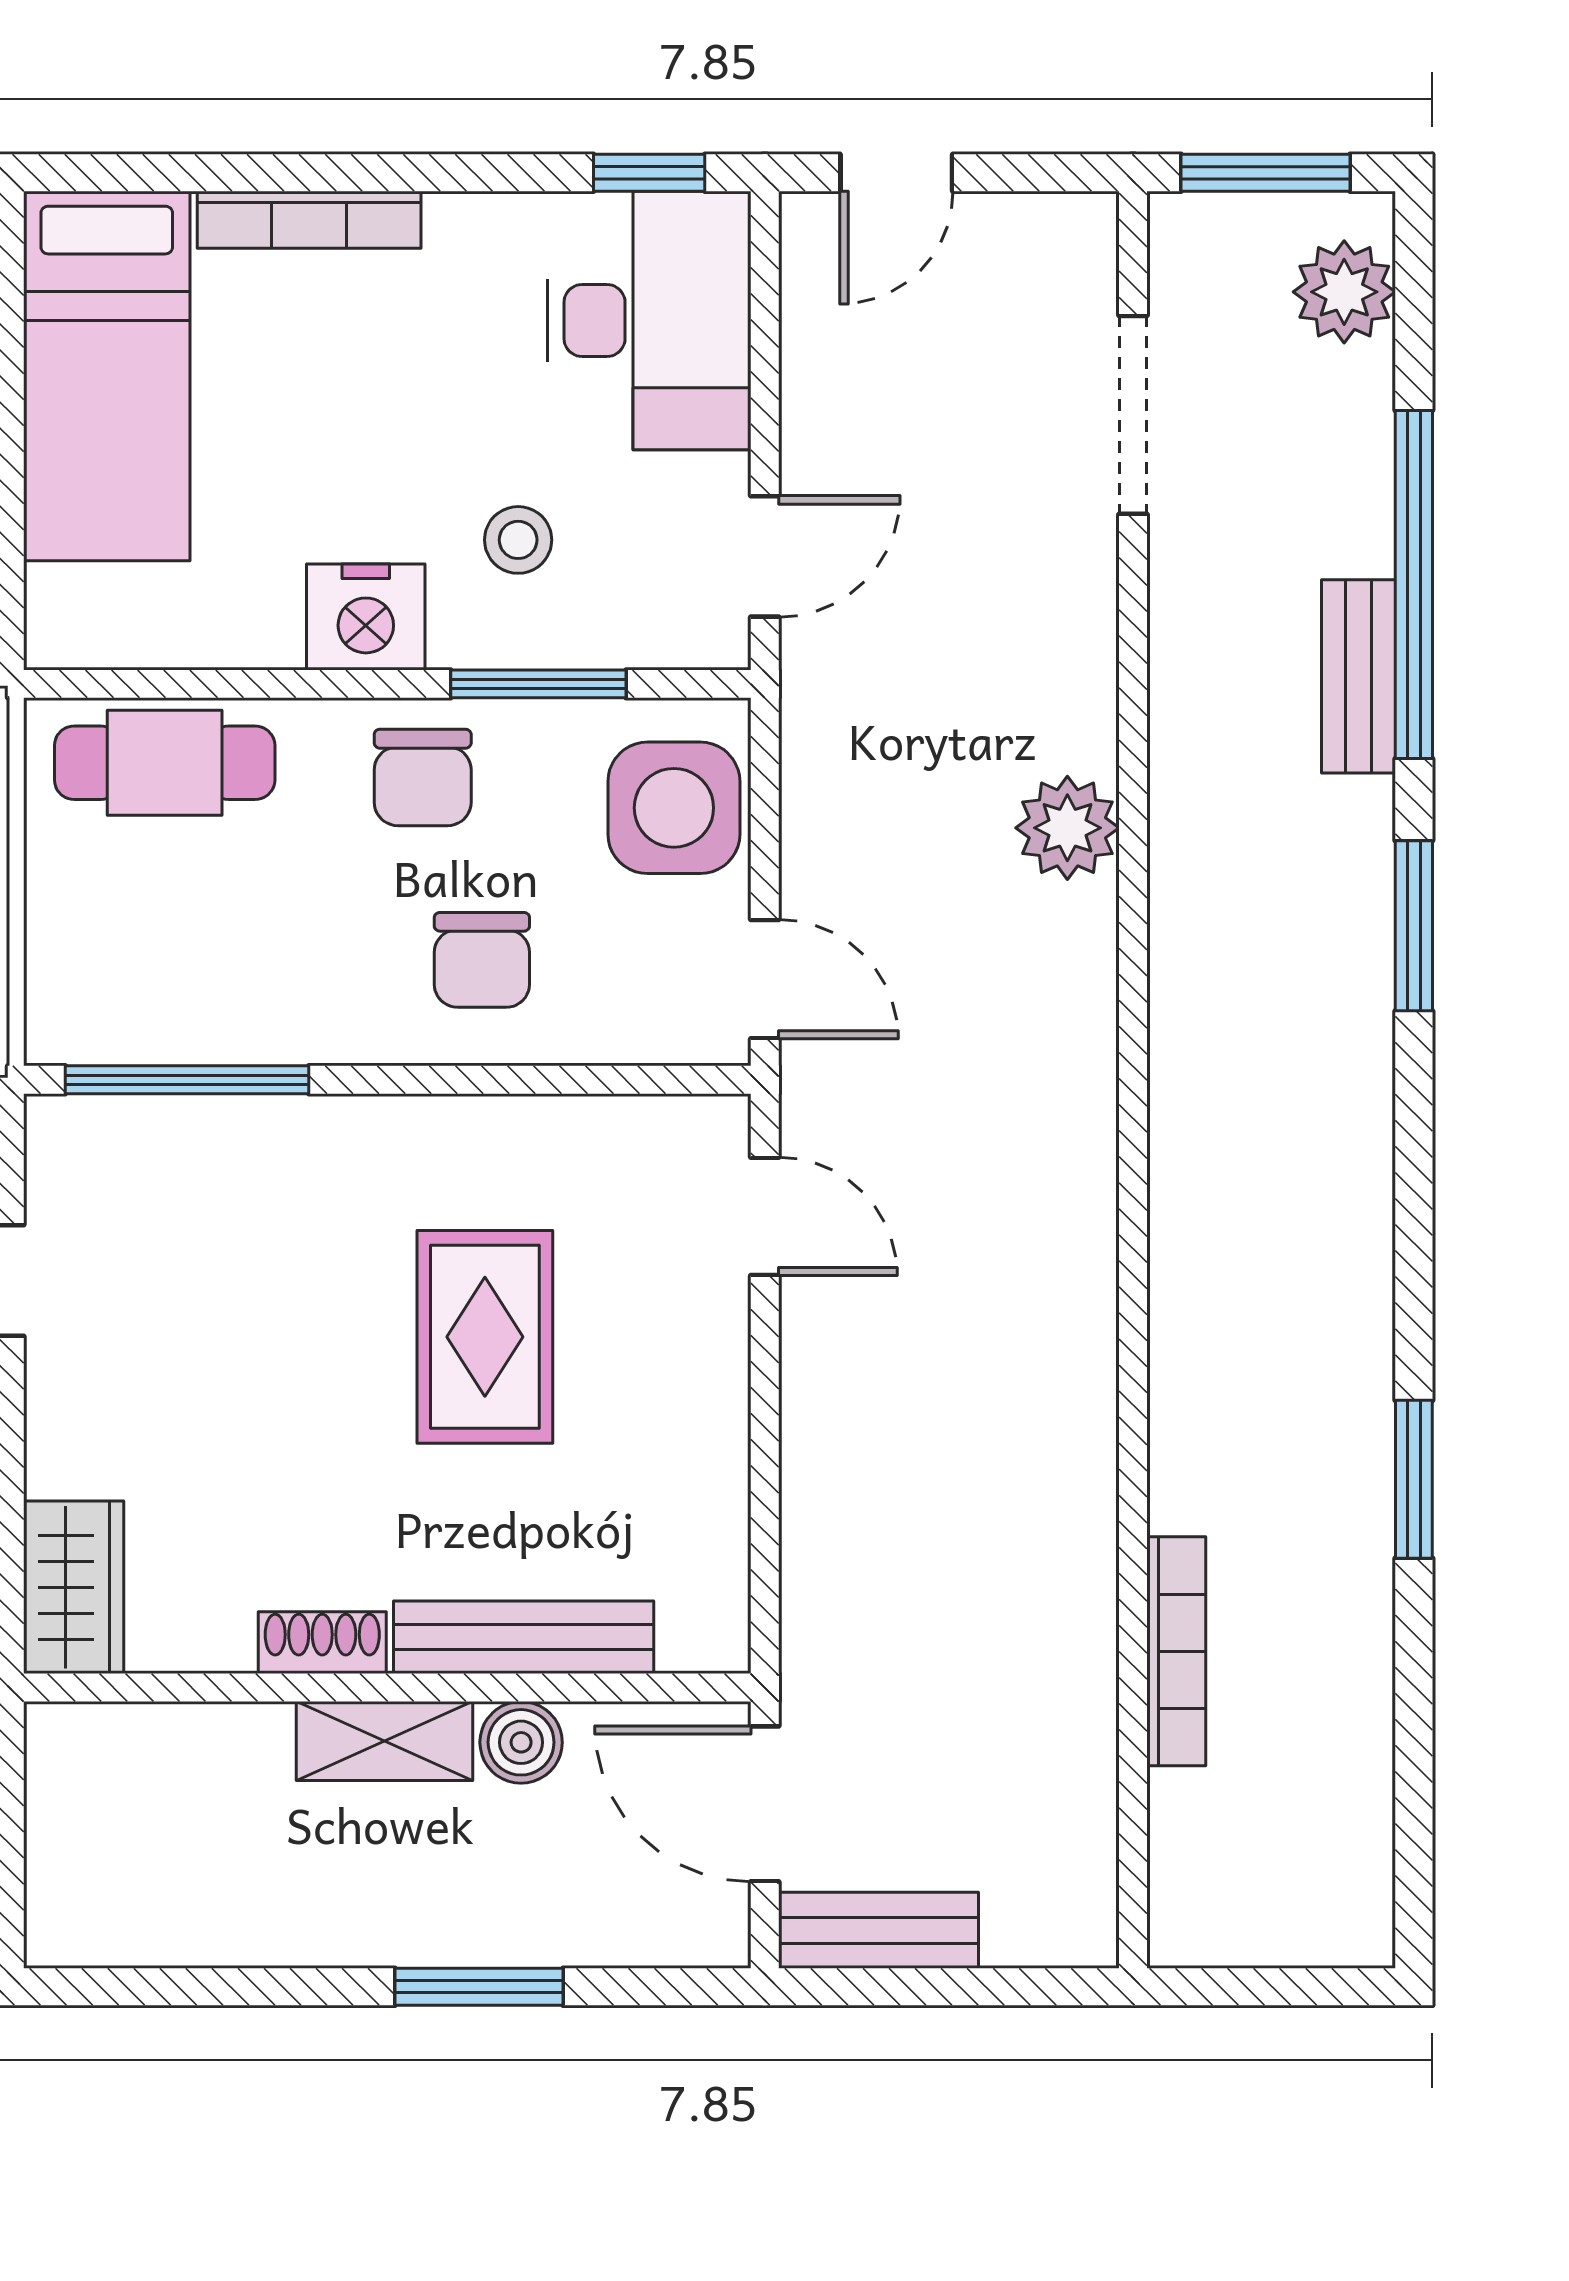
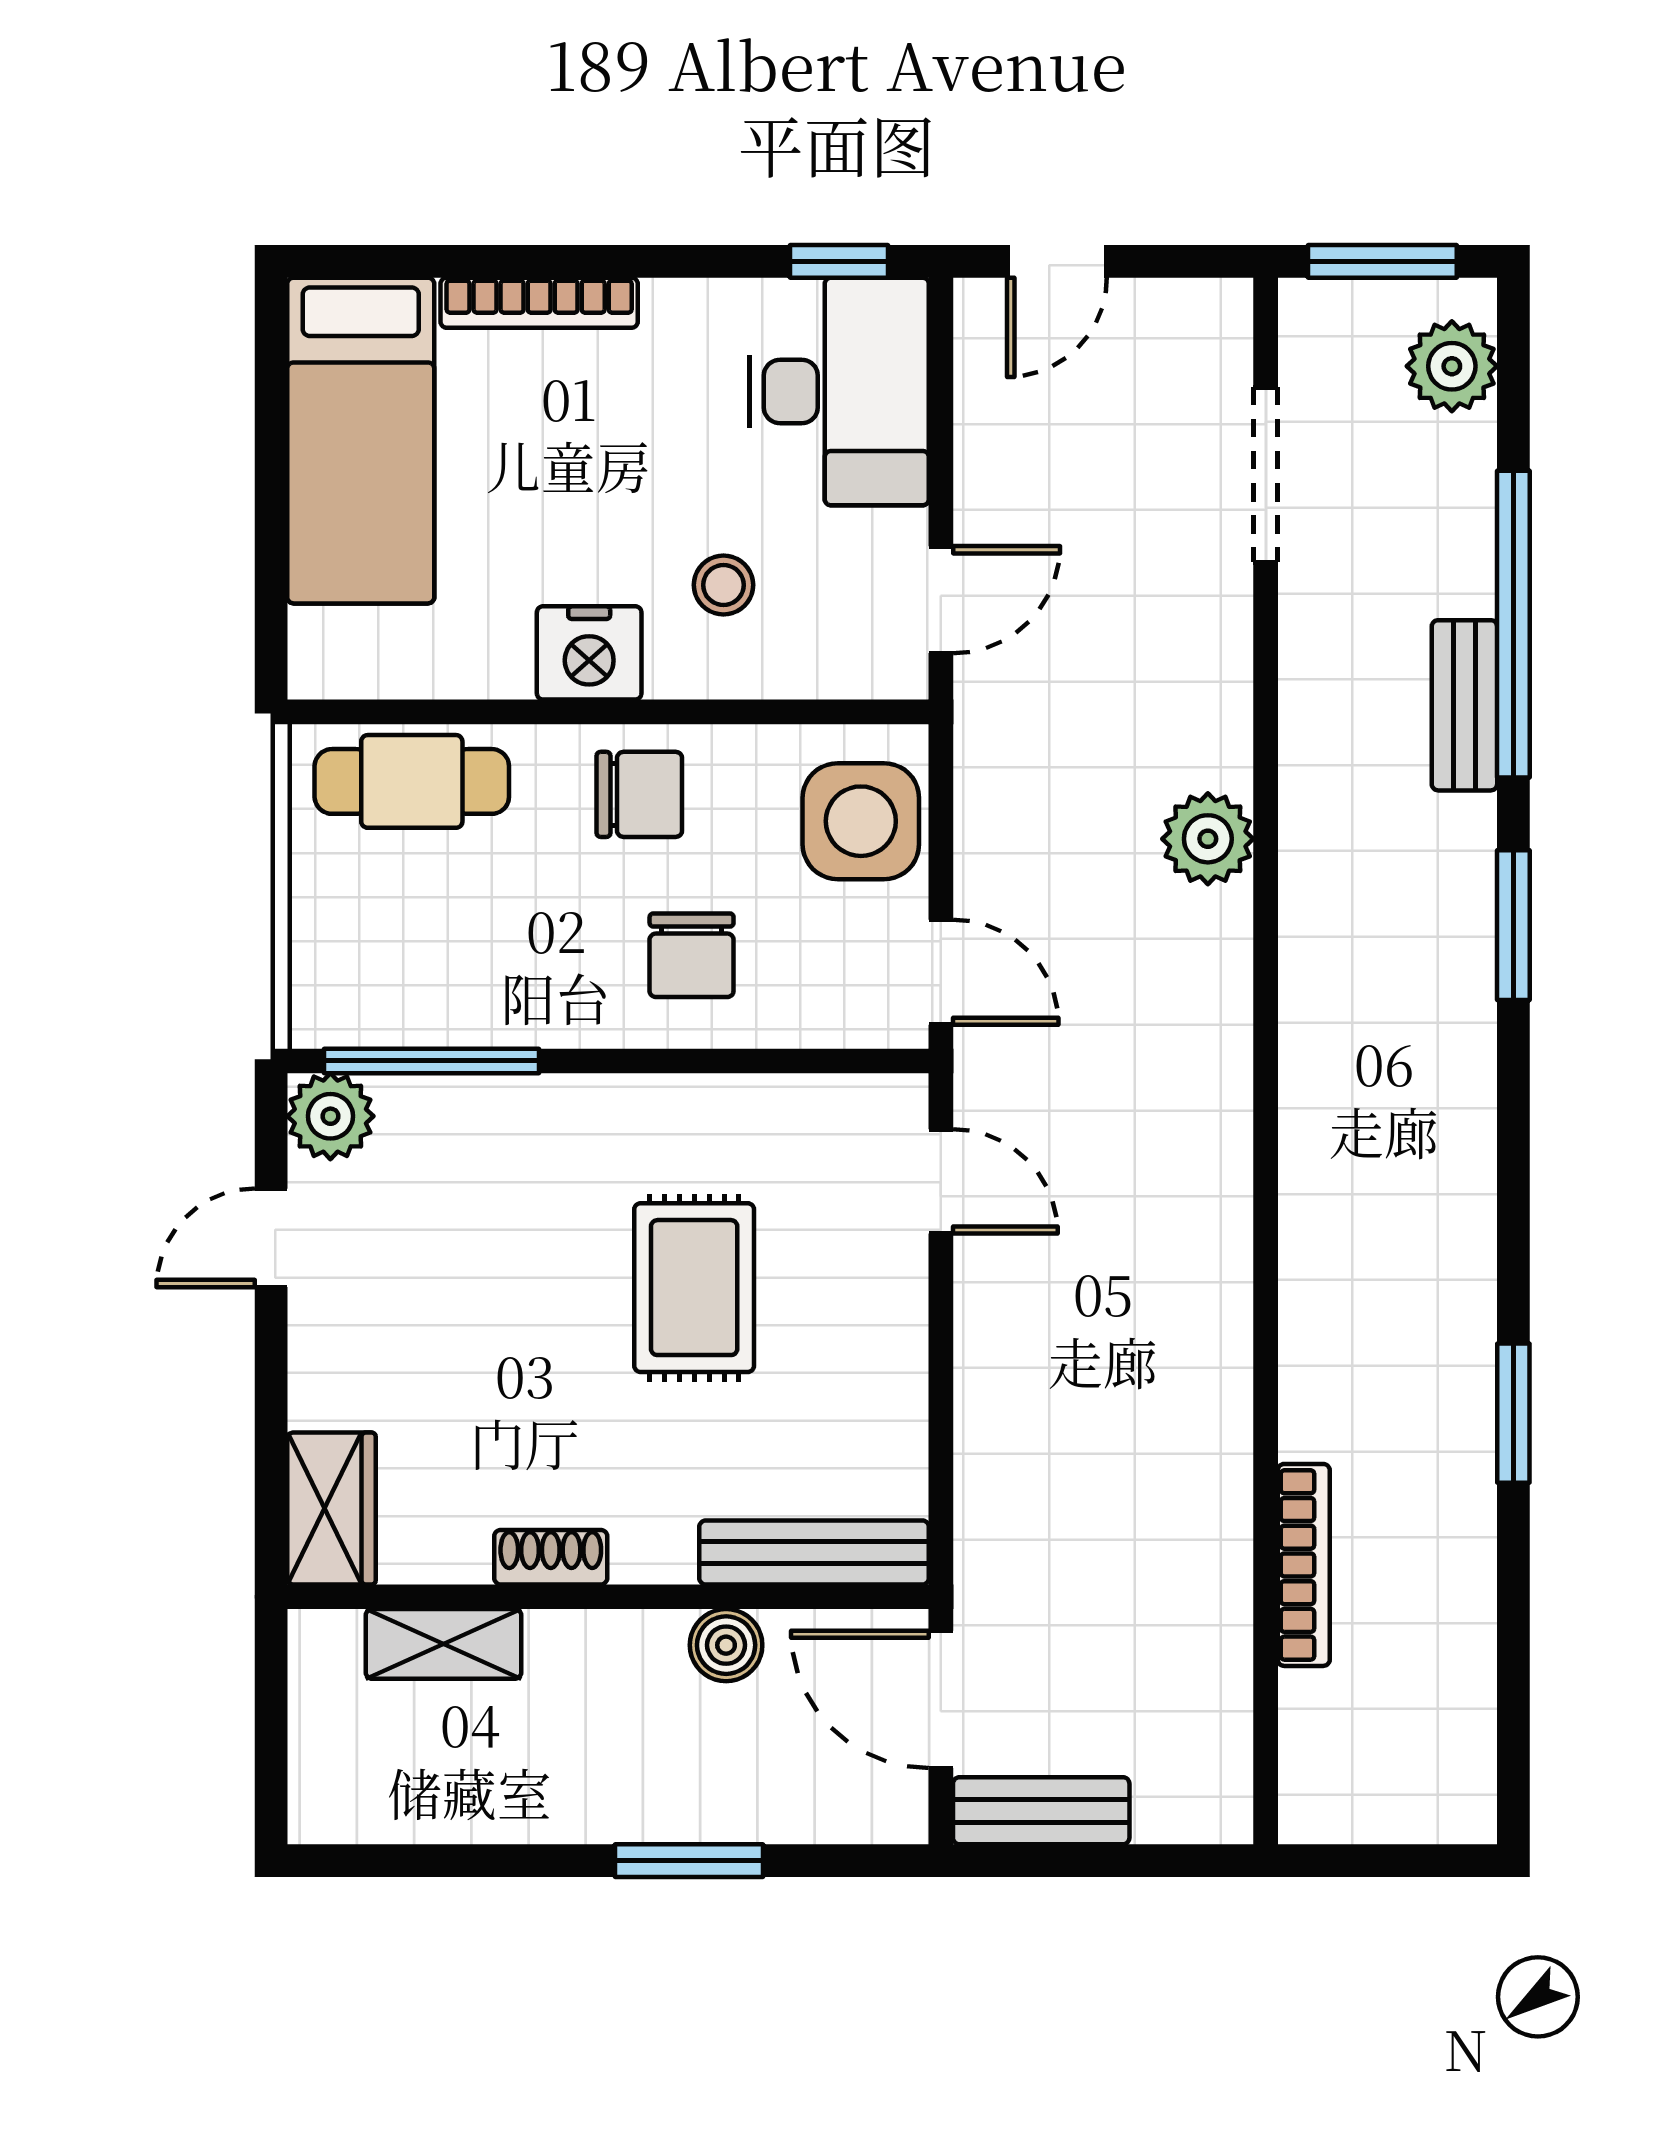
window: (538, 684) -> (741, 712), removed
chair: (423, 777) -> (639, 794), turned -90
plant: (72, 1142) -> (330, 1116), added
bench: (524, 1637) -> (814, 1552), moved
shelving: (385, 1741) -> (443, 1644), moved

